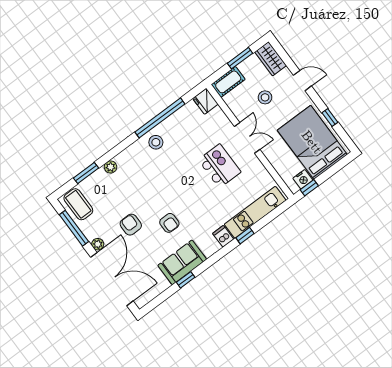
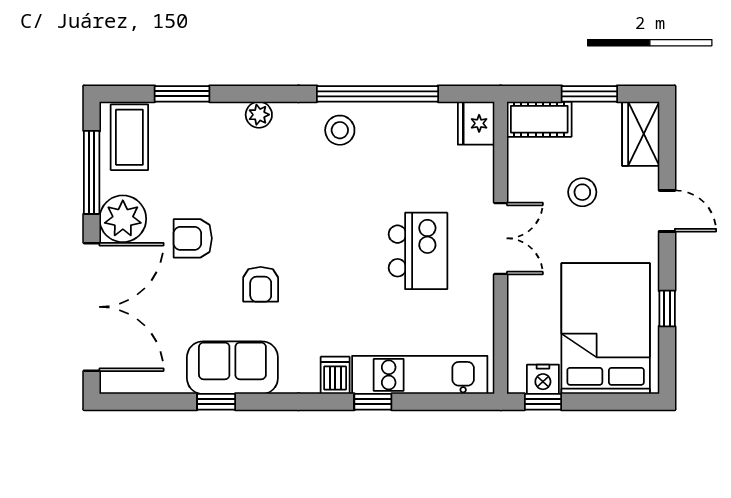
plant: (110, 167) -> (259, 115), moved
armchair: (131, 225) -> (193, 238), turned -90
plant: (98, 244) -> (123, 219), width x1.88, depth x1.88

